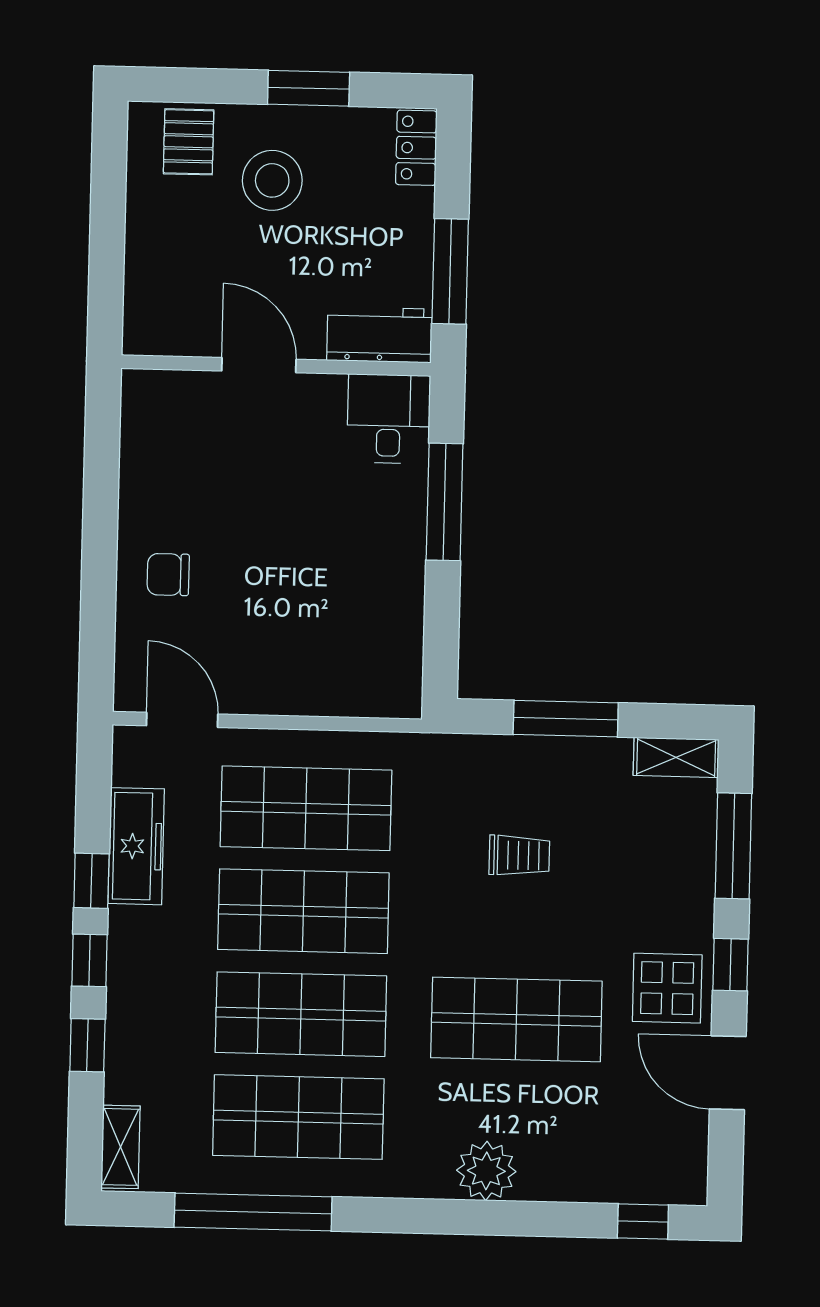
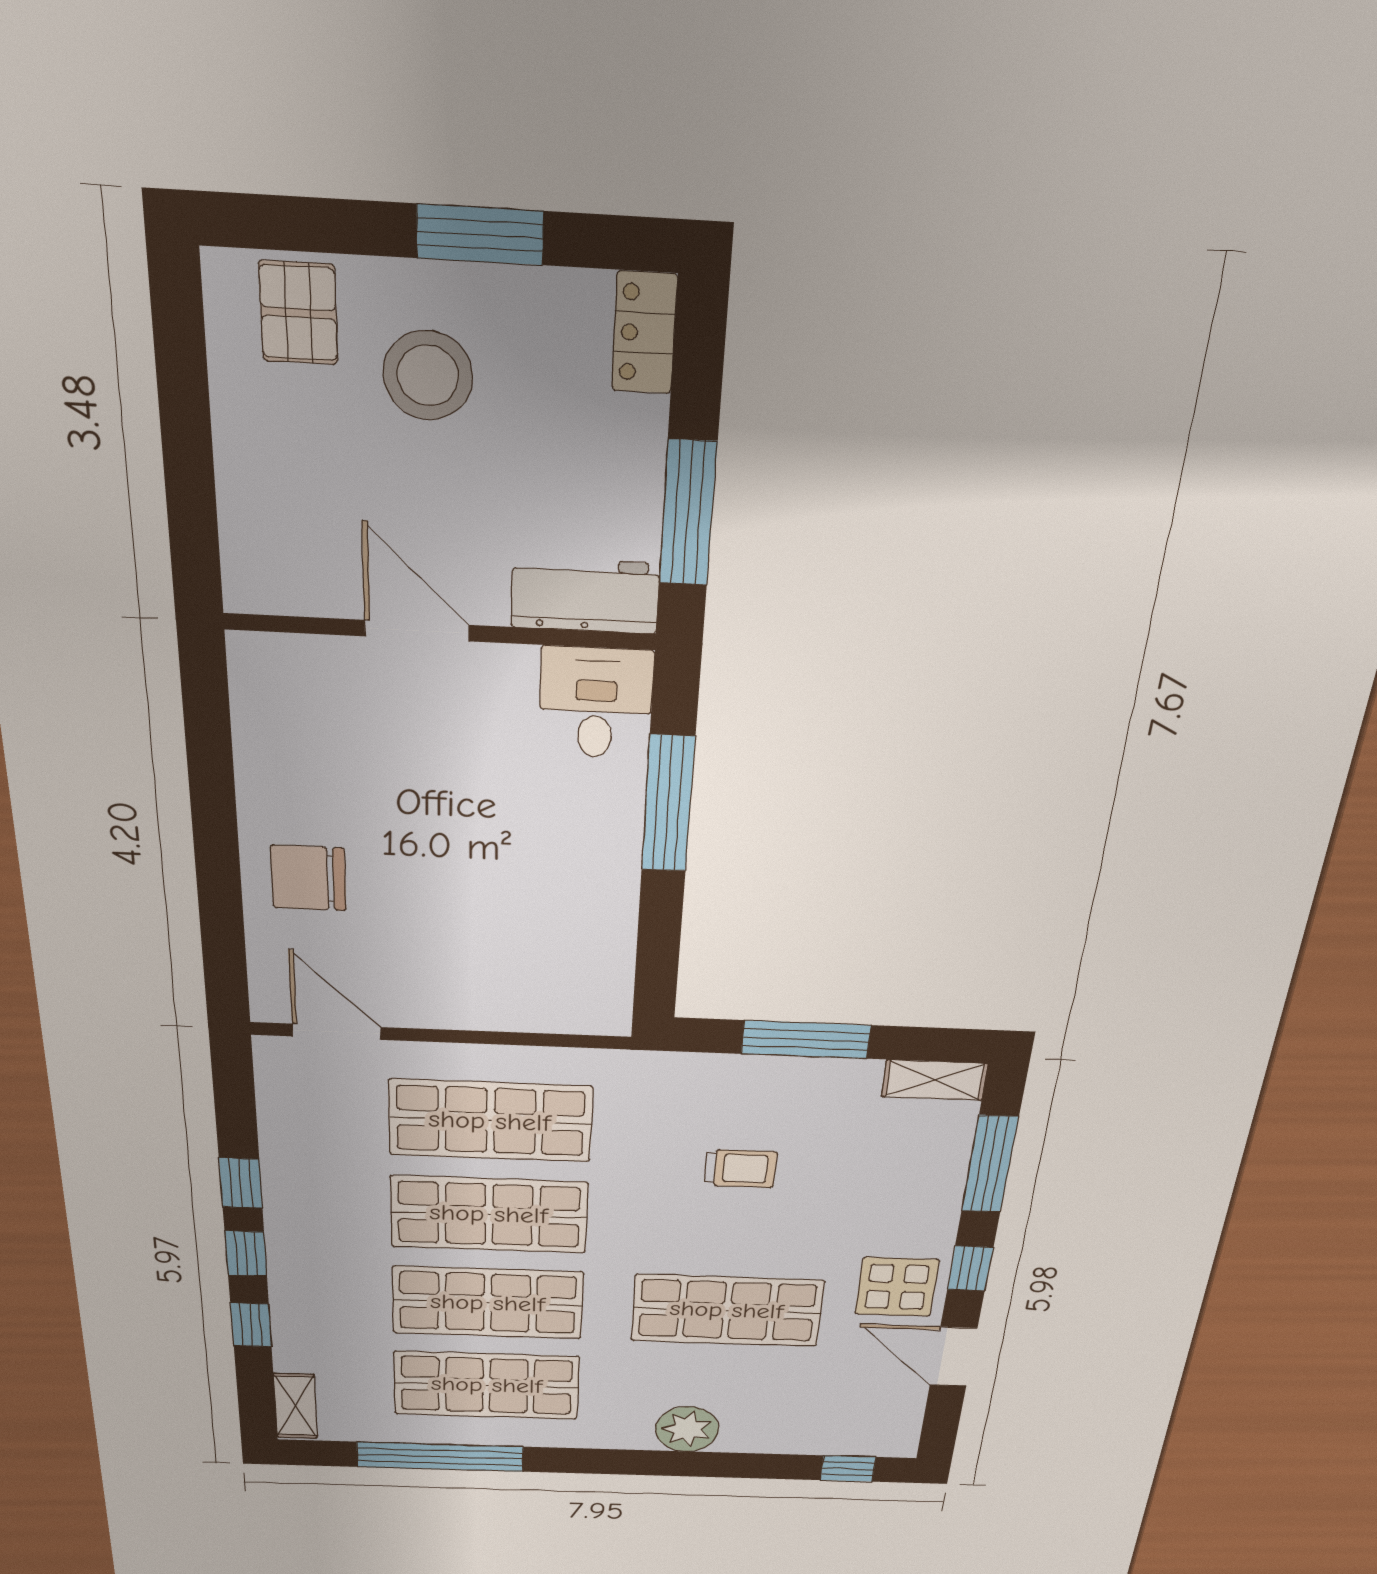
chair: (168, 575) -> (308, 878), width x1.37, depth x1.37
freezer: (136, 846) -> (291, 1152), removed

